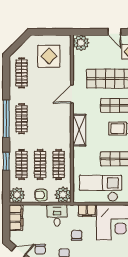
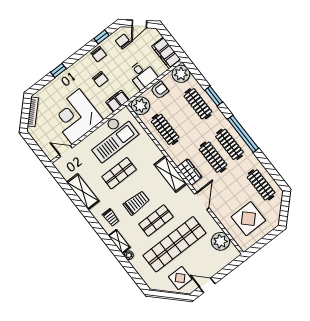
plant: (81, 43) -> (220, 241), moved
wardrobe: (65, 121) -> (189, 172), added
clothes rail: (40, 165) -> (213, 157), moved
filing cabinet: (87, 211) -> (117, 101), moved
desk: (57, 215) -> (142, 75), moved

